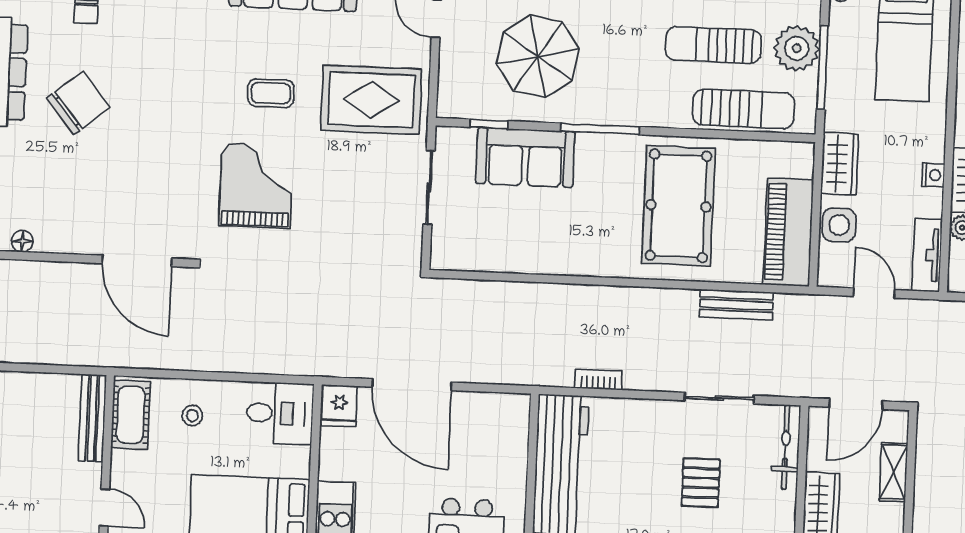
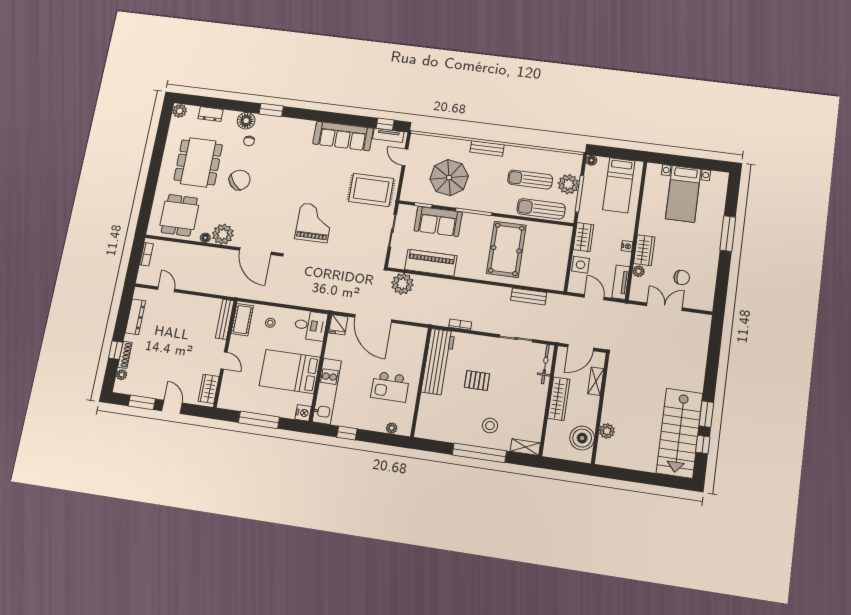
coffee table: (271, 93) -> (326, 183), removed
sun lounger: (744, 109) -> (541, 209), turned 180
plant: (60, 230) -> (223, 234), added
piano: (788, 232) -> (431, 263), moved, turned 90
plant: (465, 303) -> (402, 284), added
pallet: (701, 483) -> (477, 381), moved, turned 90

